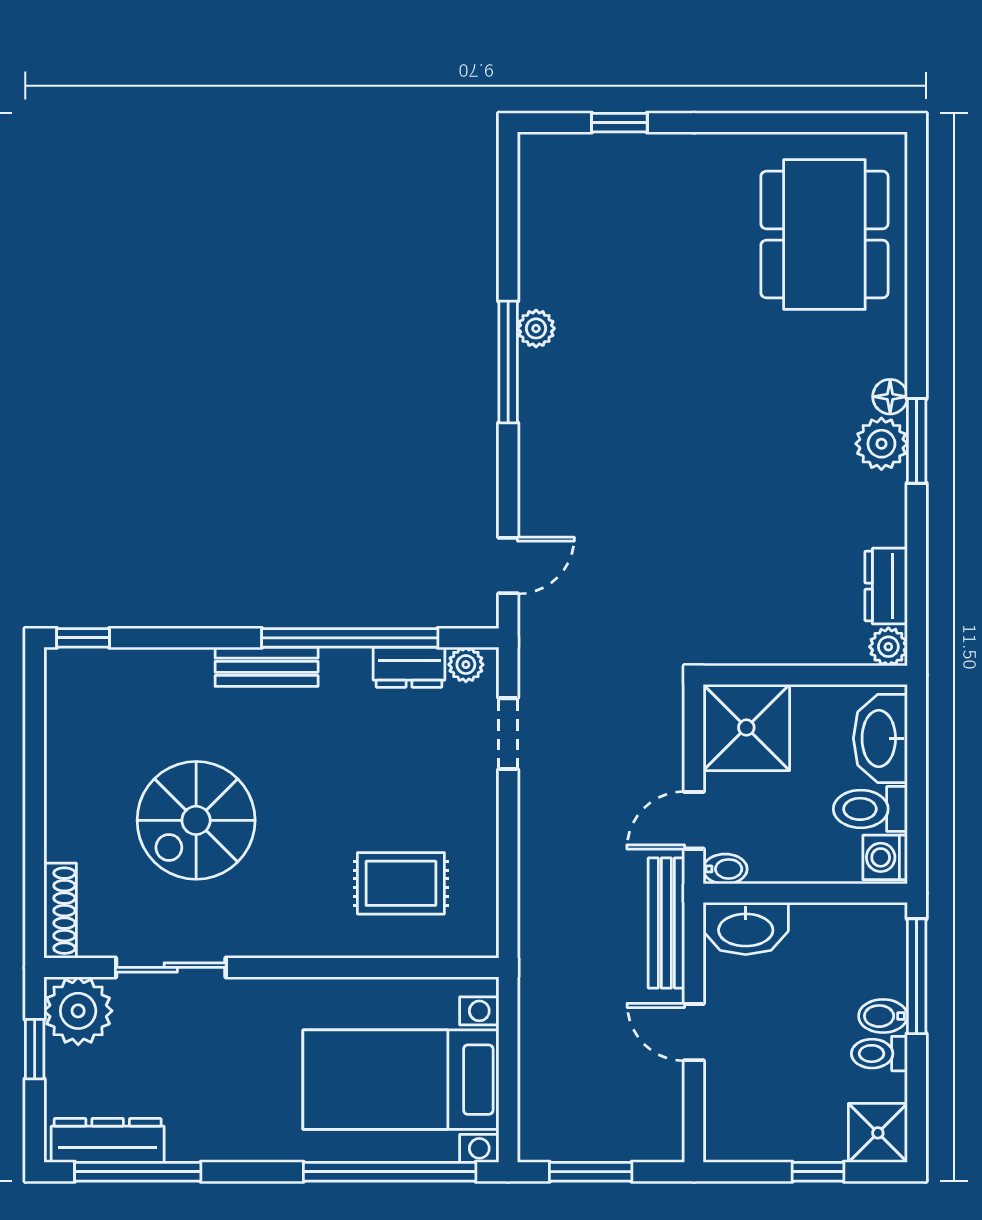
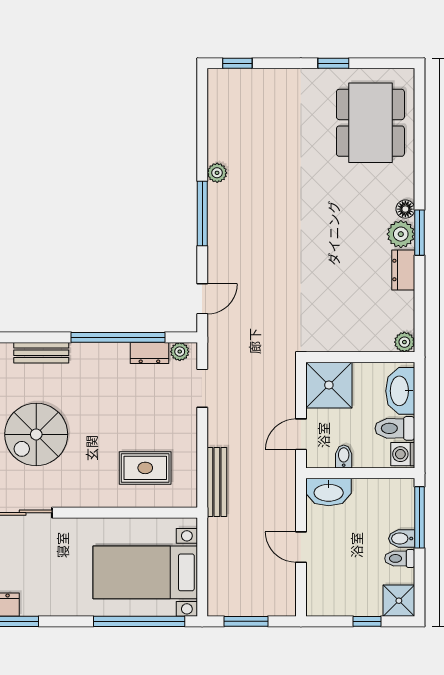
window: (619, 123) -> (237, 63), moved
window: (755, 123) -> (333, 63), added
window: (508, 362) -> (202, 214), moved
dresser: (886, 586) -> (403, 270), moved
bench: (267, 667) -> (41, 353), moved
bidet: (725, 869) -> (344, 457), moved, turned -90
bench: (666, 923) -> (217, 482), moved

